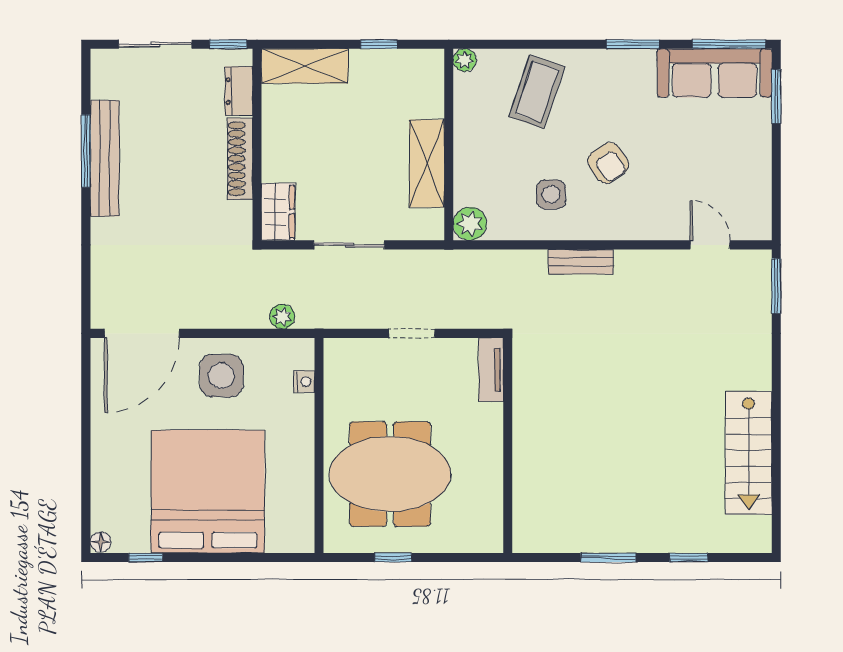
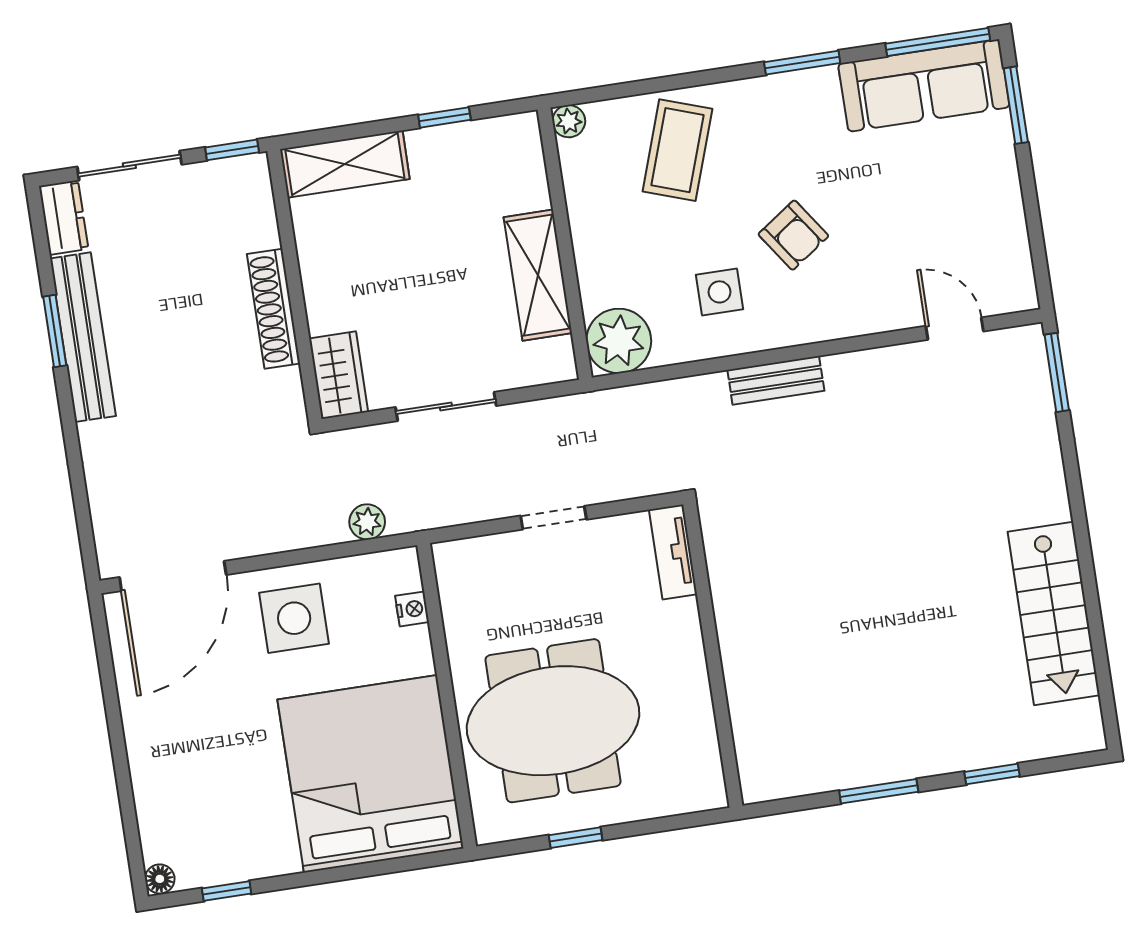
dresser: (239, 91) -> (64, 217), moved, turned 180
window: (86, 151) -> (55, 331), width x0.69
plant: (470, 224) -> (619, 341), width x1.36, depth x1.36
bed: (208, 492) -> (371, 774), moved

